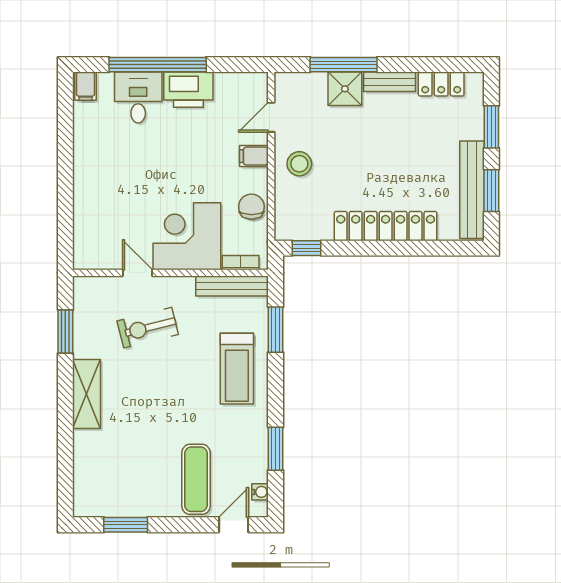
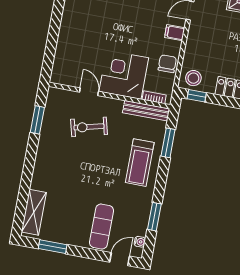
stool: (299, 164) -> (193, 78), moved
shelving: (86, 394) -> (34, 212), moved

